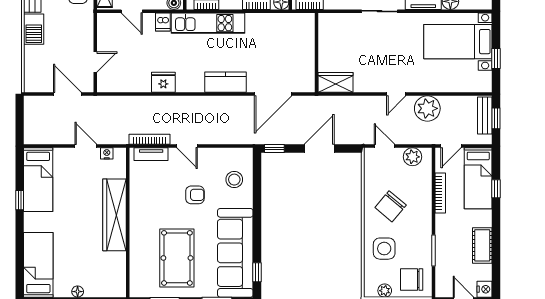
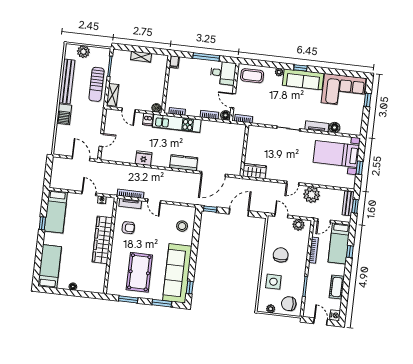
armchair: (195, 195) -> (128, 228), moved
chair: (391, 206) -> (281, 255), turned 140

